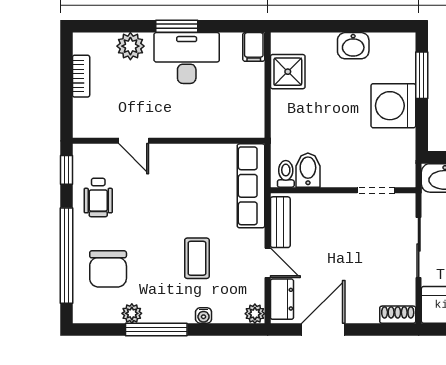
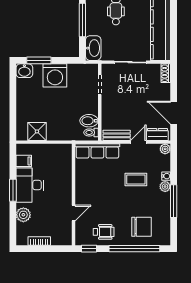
washbasin: (353, 46) -> (24, 71), moved, turned 90
filing cabinet: (254, 47) -> (24, 161), moved
plant: (132, 313) -> (165, 187), moved

